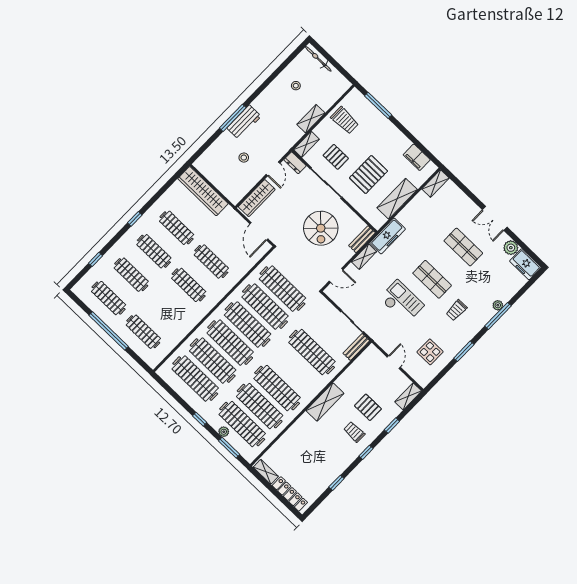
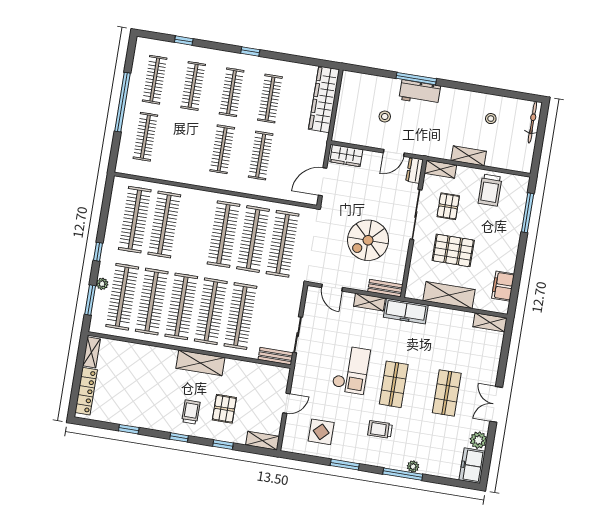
wardrobe: (257, 198) -> (346, 156), width x0.67
clothes rail: (230, 343) -> (211, 311), moved

